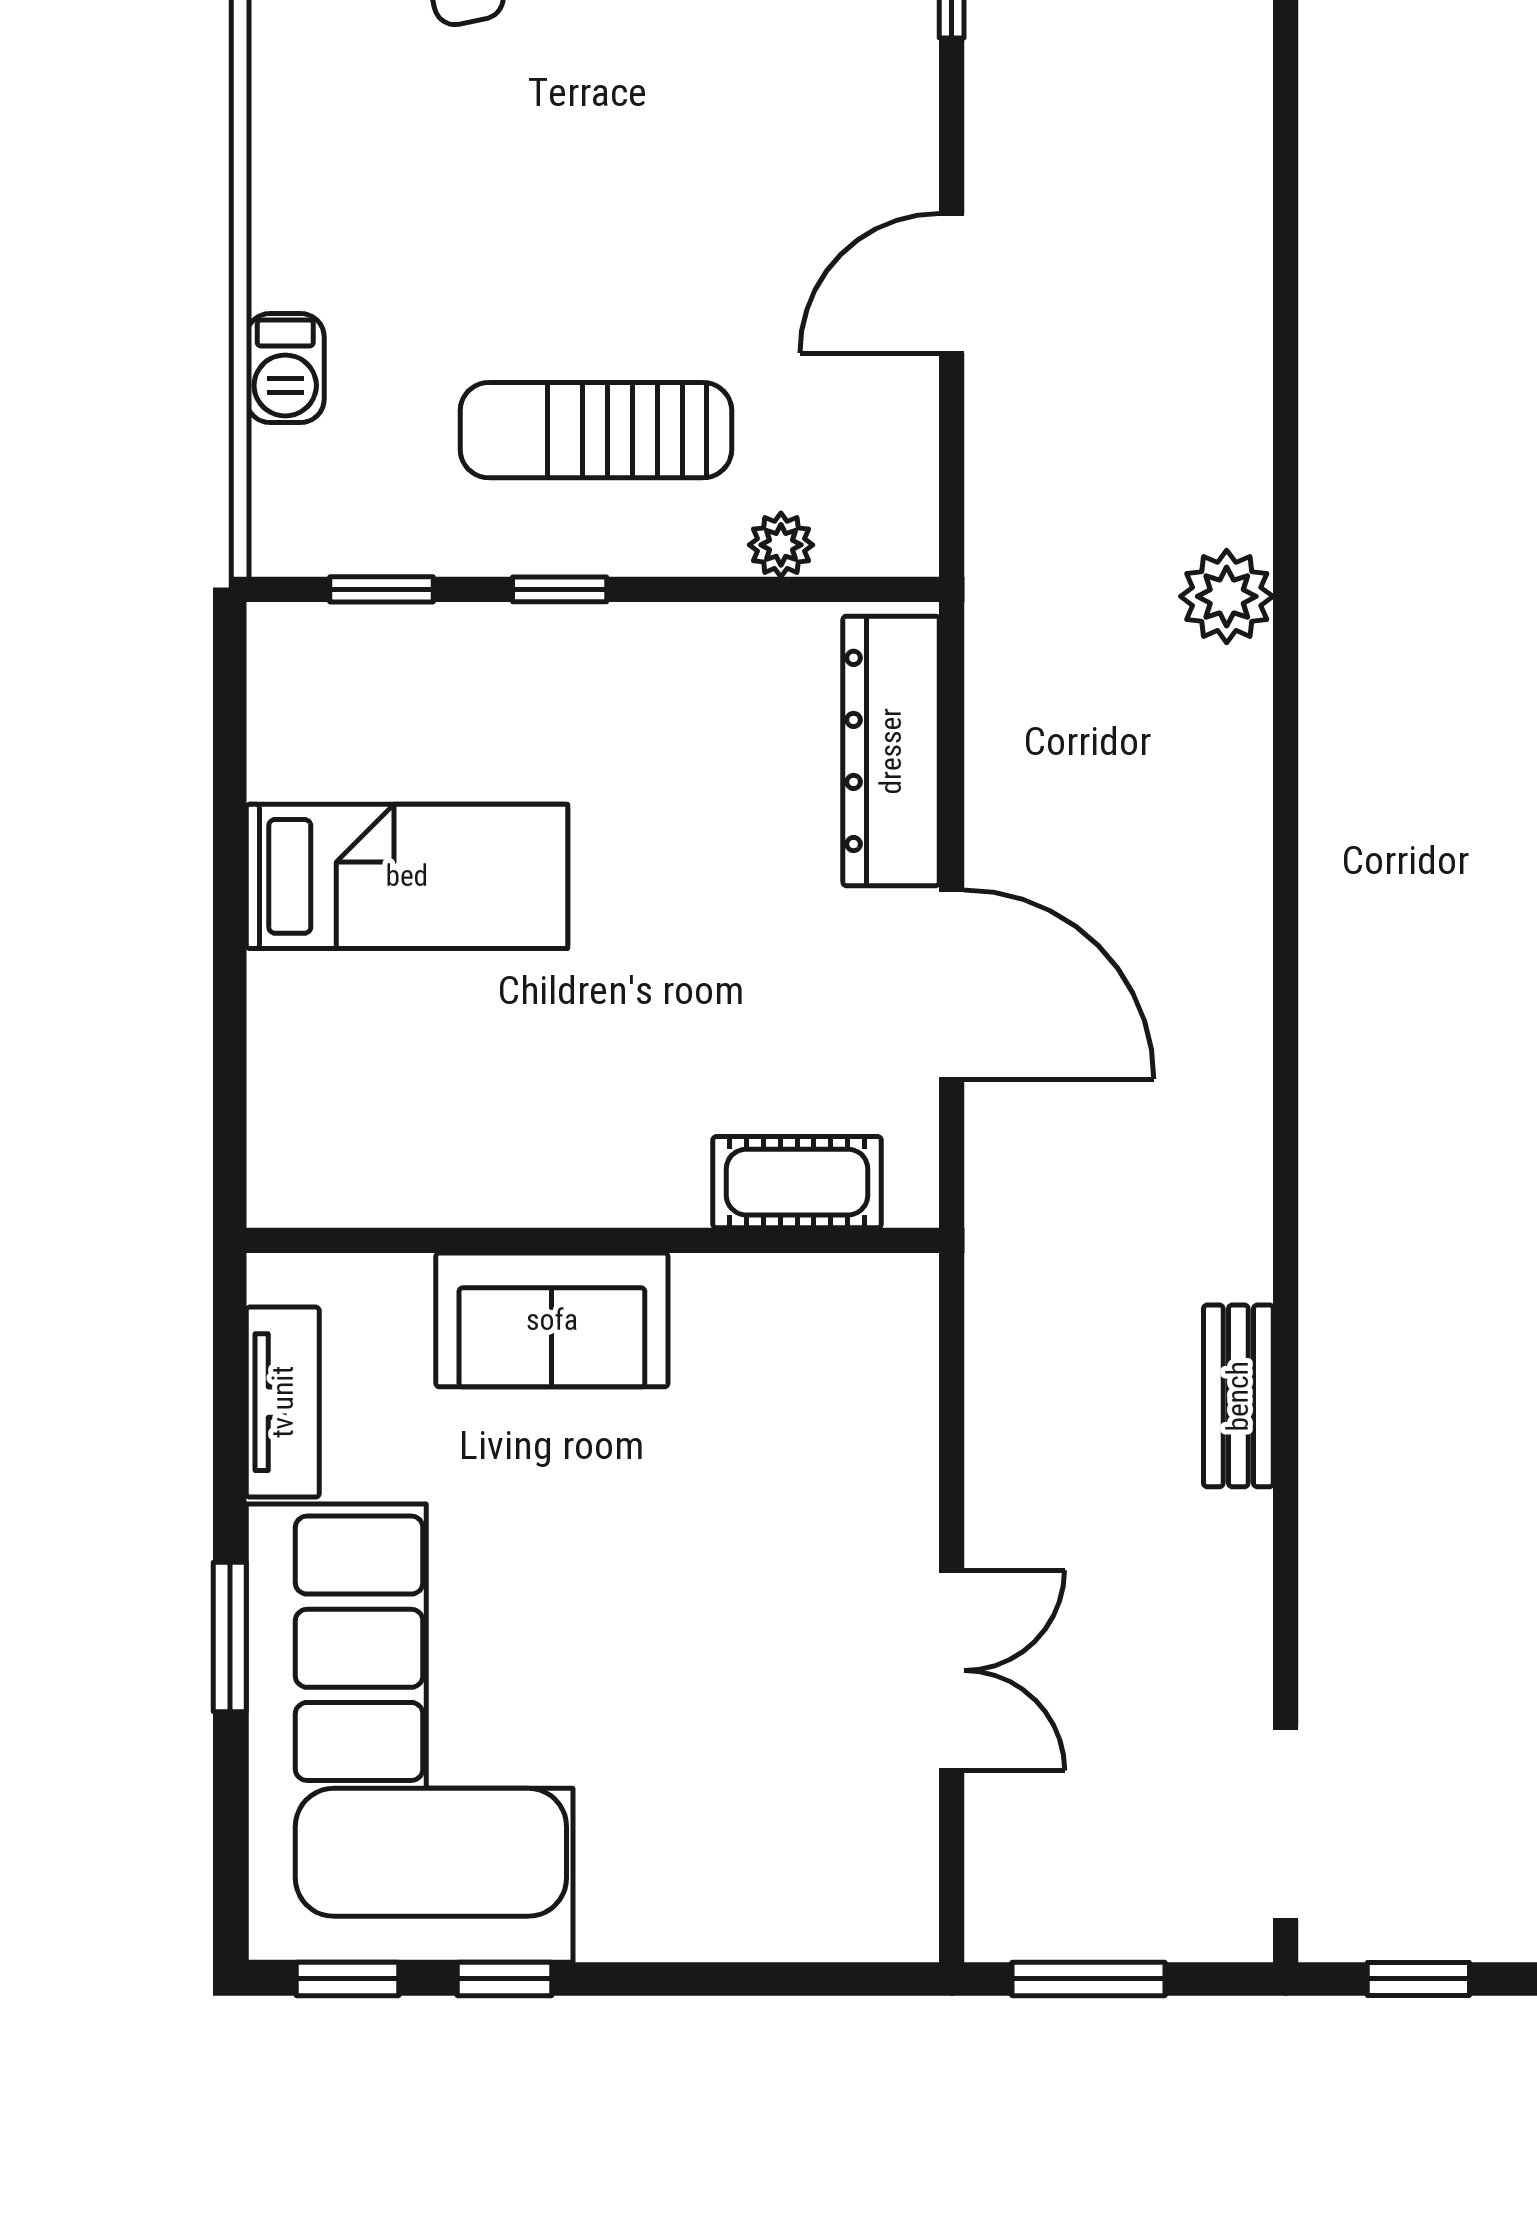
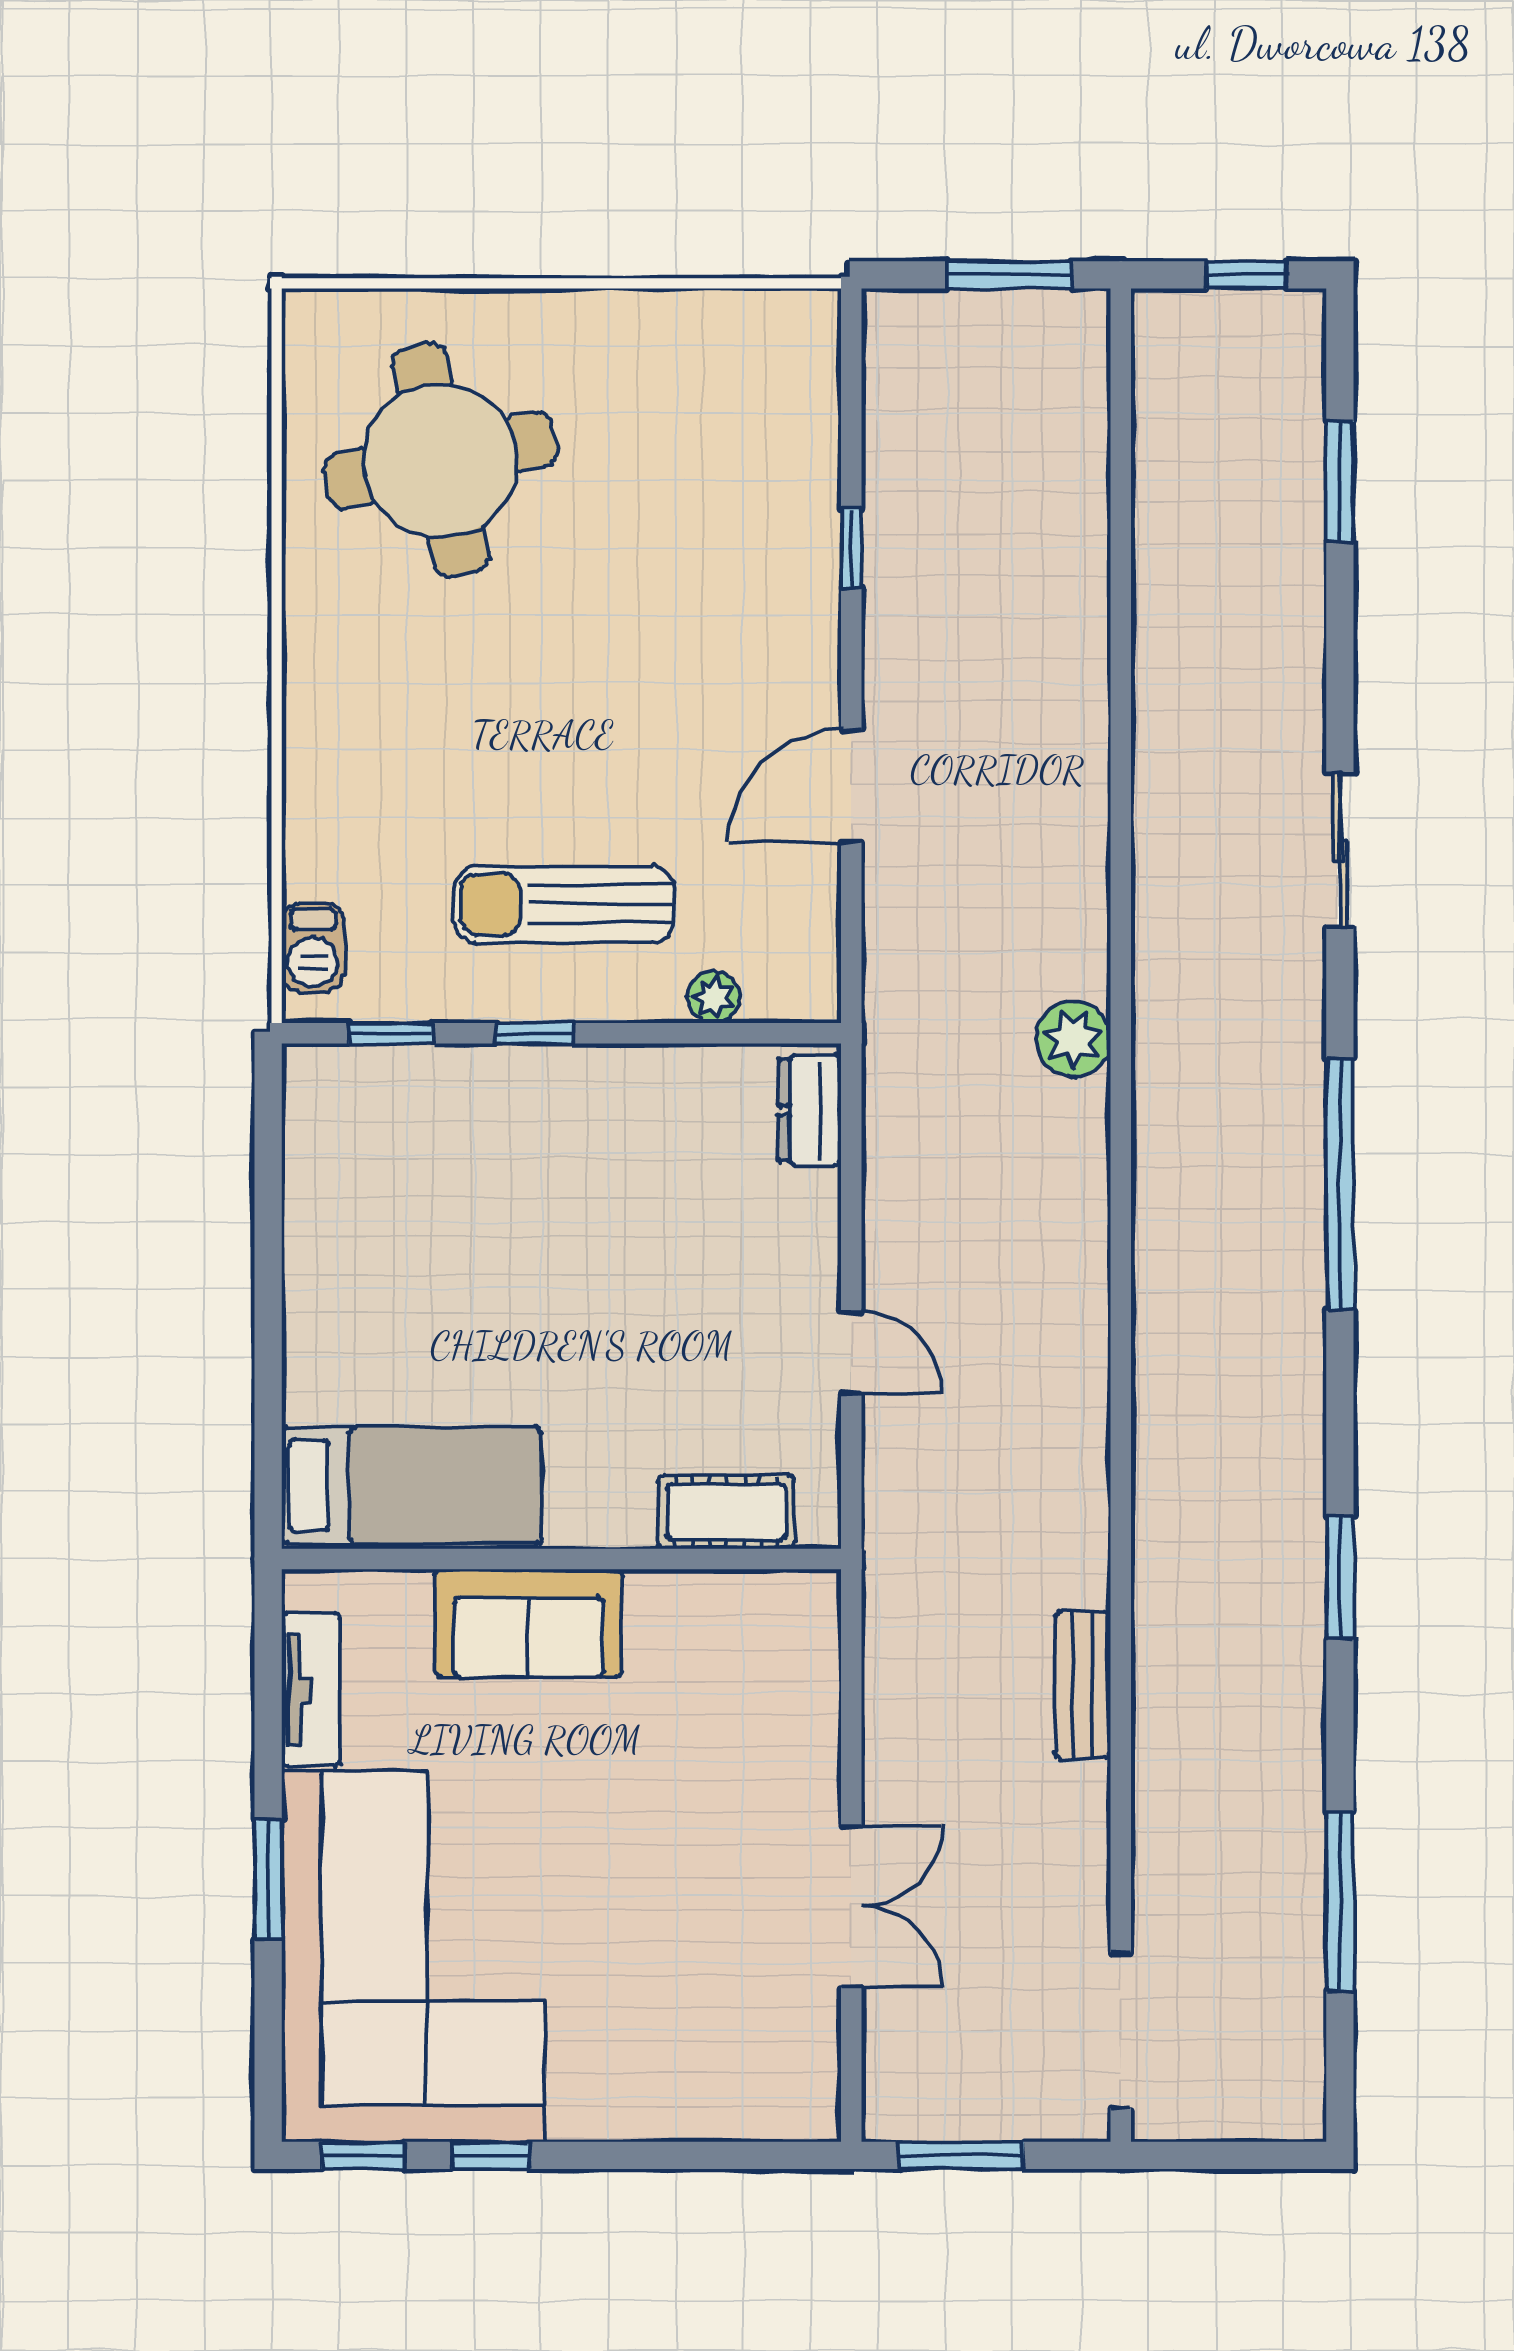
barbecue: (285, 368) -> (313, 948), moved
dresser: (891, 751) -> (810, 1110), width x0.51, depth x0.80
bed: (407, 876) -> (411, 1486), moved
door: (952, 985) -> (851, 1352), width x0.53
window: (1418, 1979) -> (1228, 2155), removed

